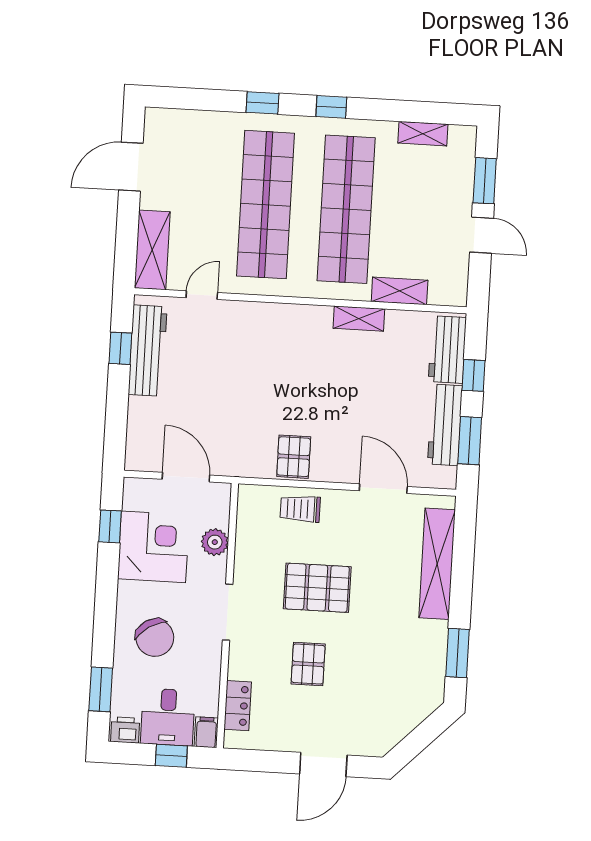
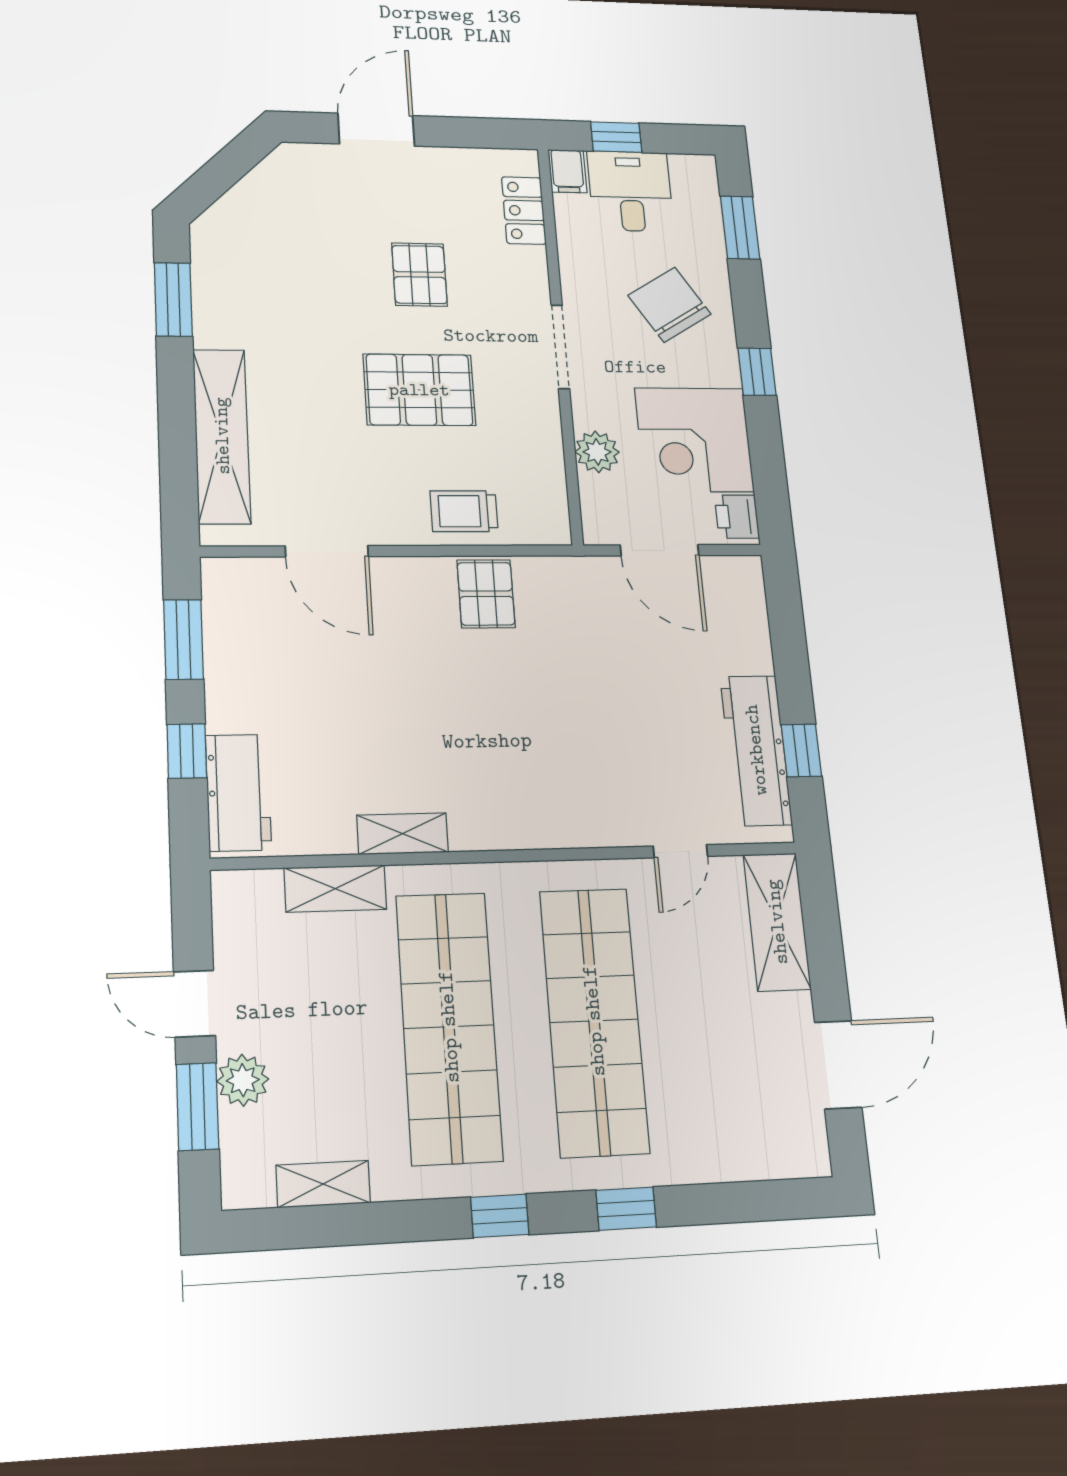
plant: (460, 192) -> (243, 1080), added
workbench: (445, 425) -> (230, 663), removed
trolley: (300, 509) -> (464, 511), turned 180
window: (110, 526) -> (757, 372), moved
printer: (125, 730) -> (737, 517), moved, turned 90

